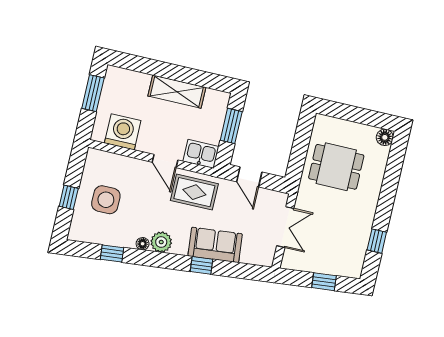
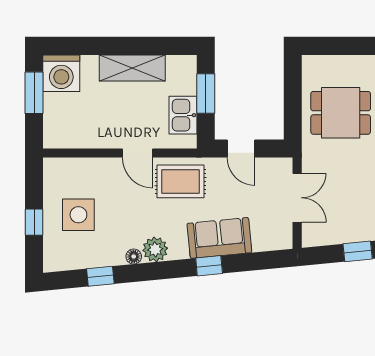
washing machine: (123, 132) -> (61, 73), moved, turned 180
kitchen sink: (201, 154) -> (183, 115), moved, turned -90

